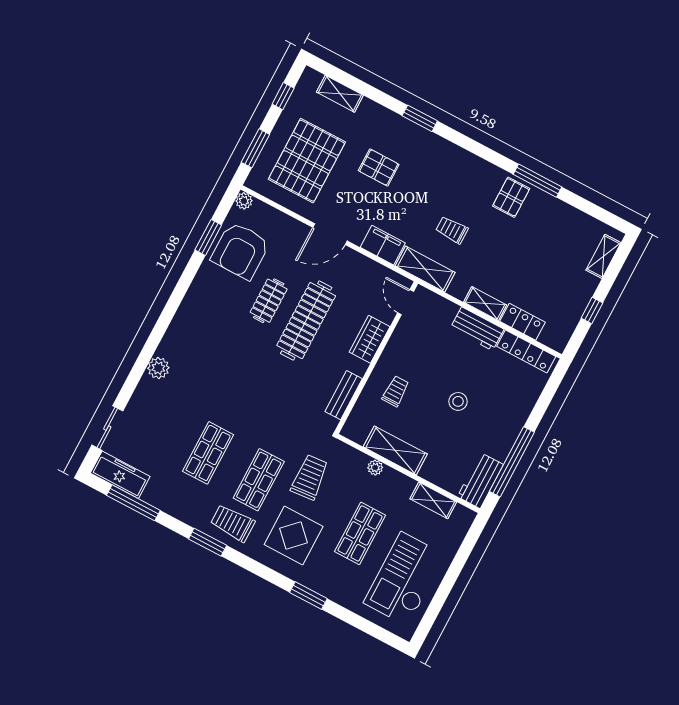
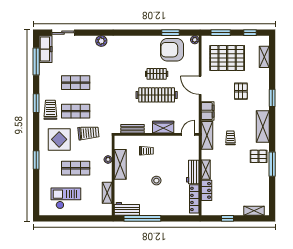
shelving: (462, 162) -> (263, 127), added
checkout: (404, 579) -> (66, 198), width x0.73, depth x0.83

